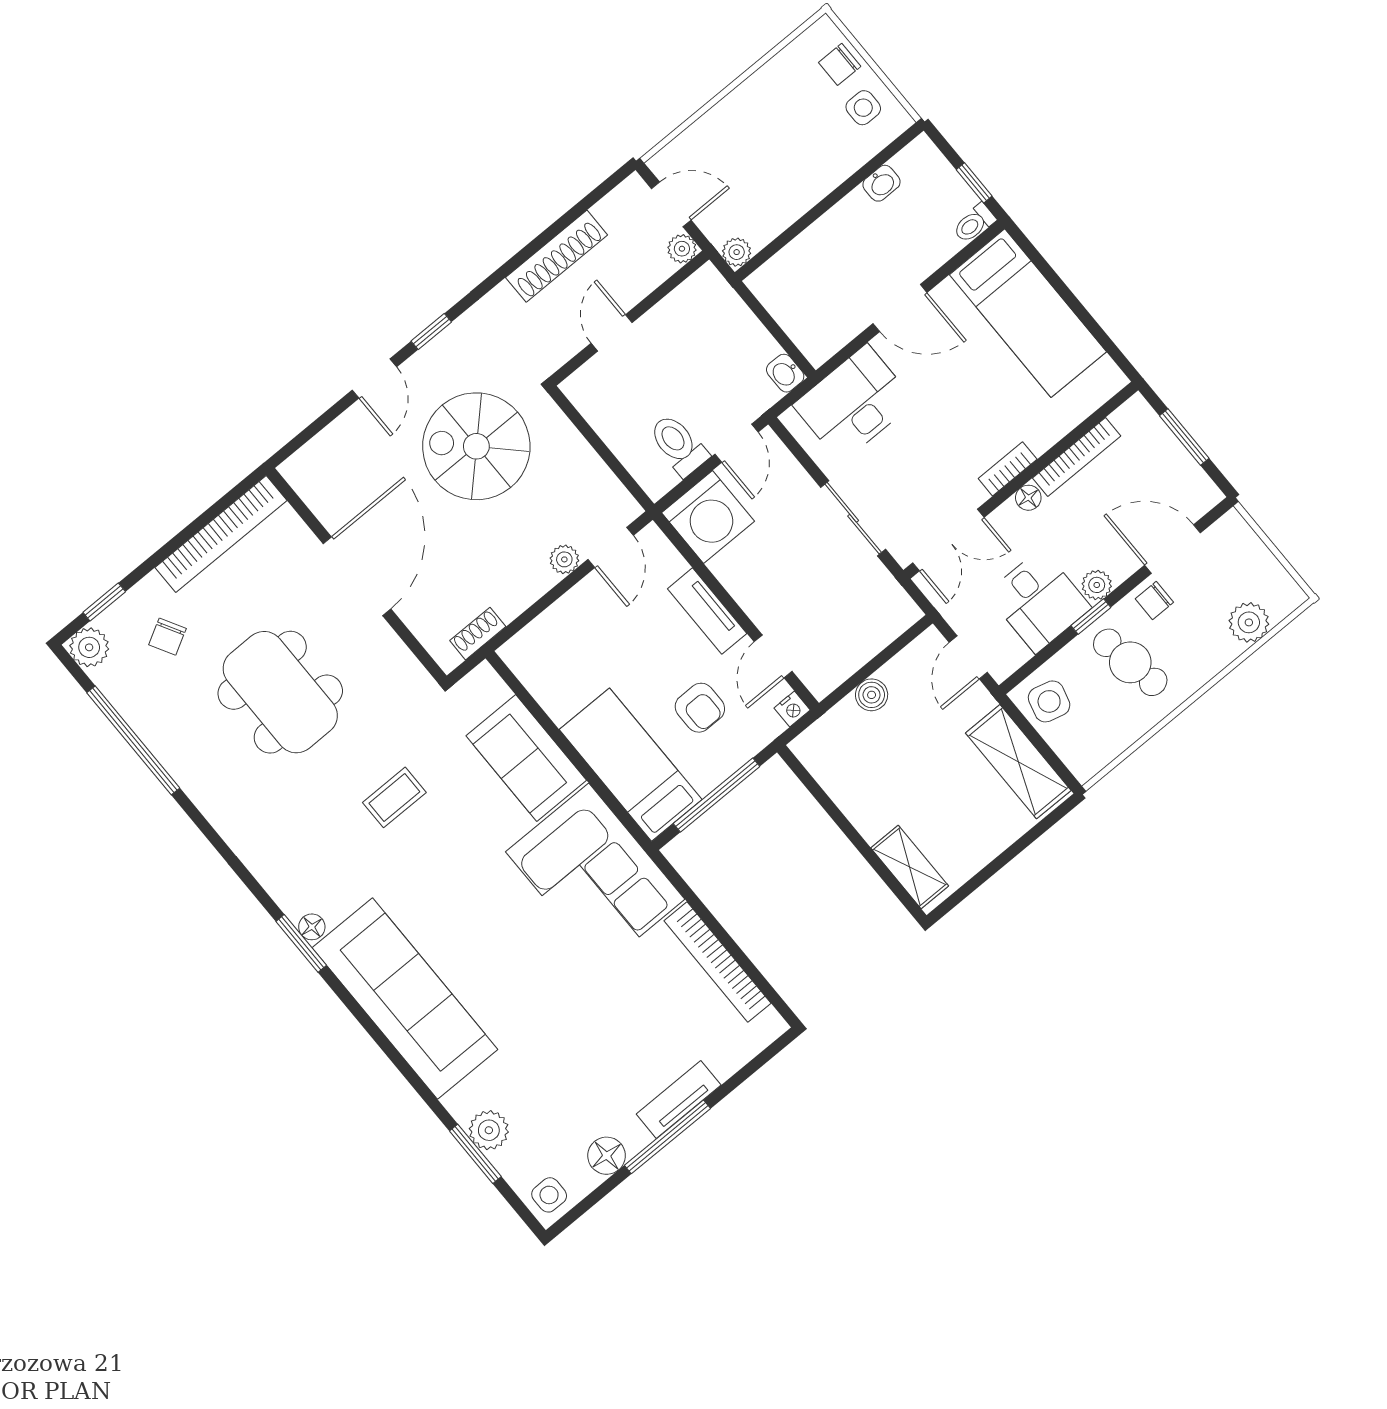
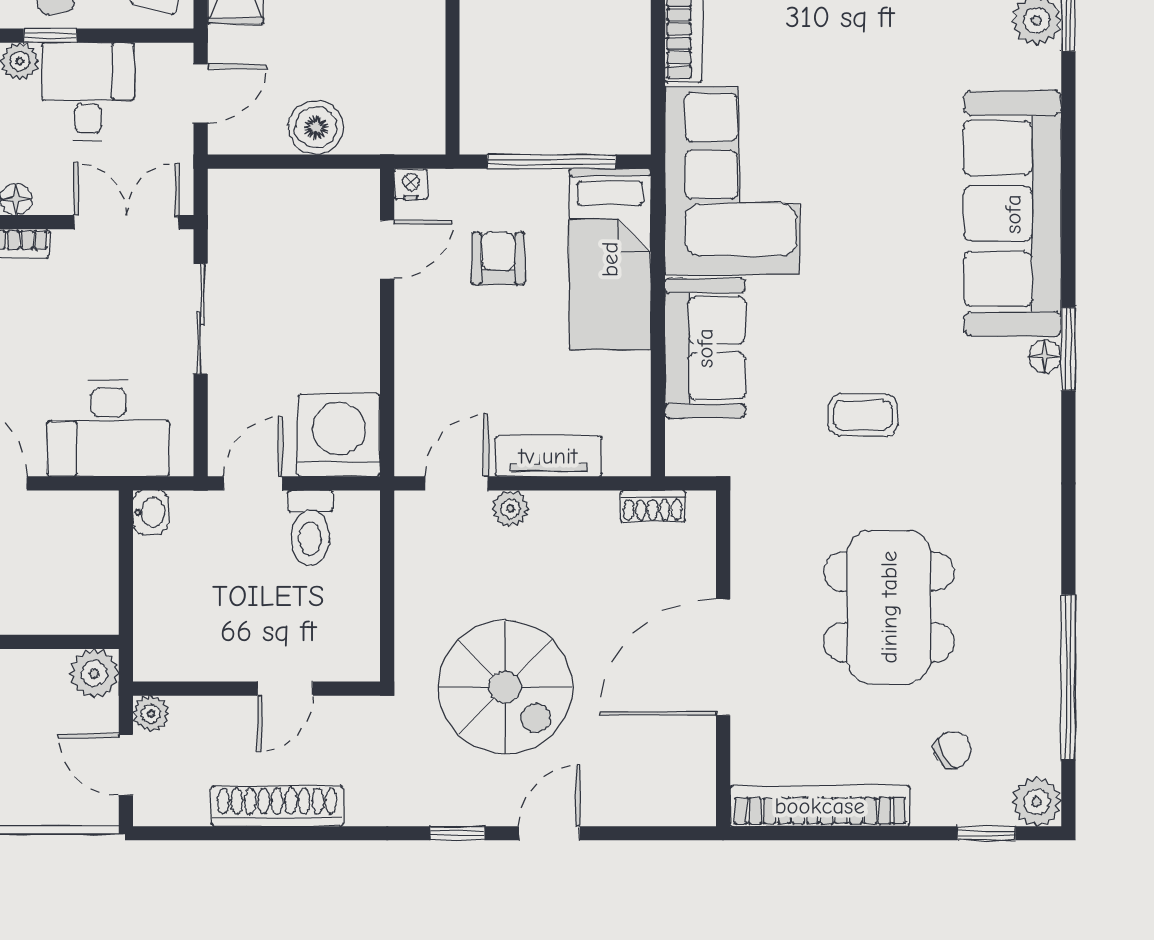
plant: (737, 252) -> (94, 674), width x1.38, depth x1.38
tv unit: (707, 611) -> (548, 456), moved, turned -90
boiler: (872, 695) -> (316, 127), width x1.36, depth x1.36

